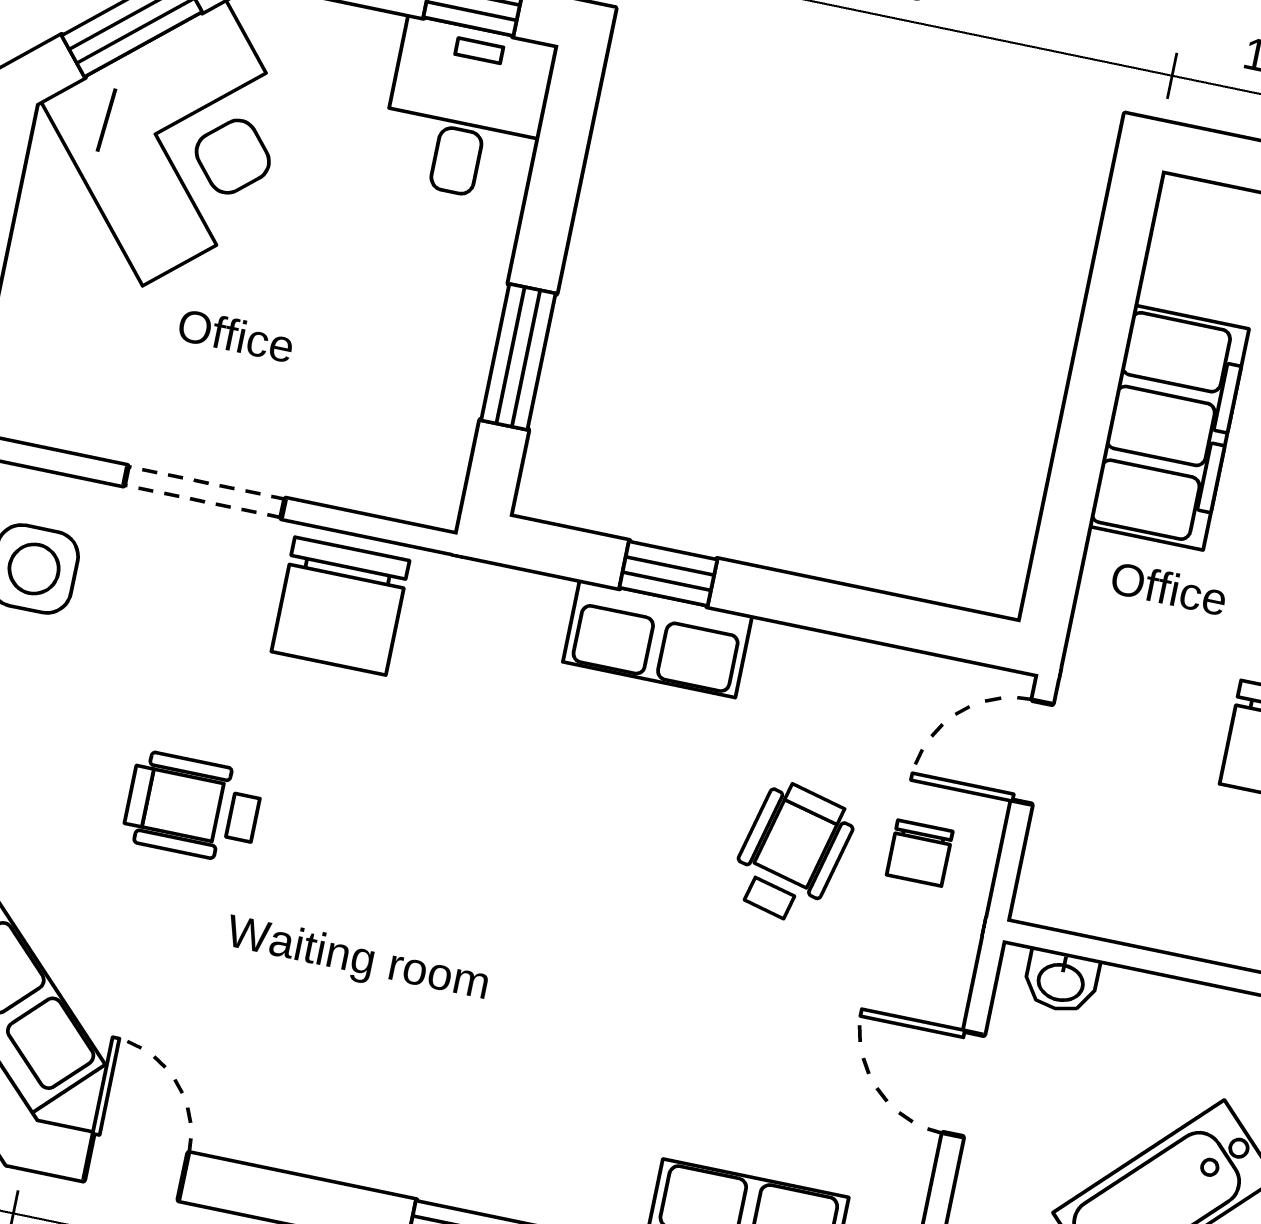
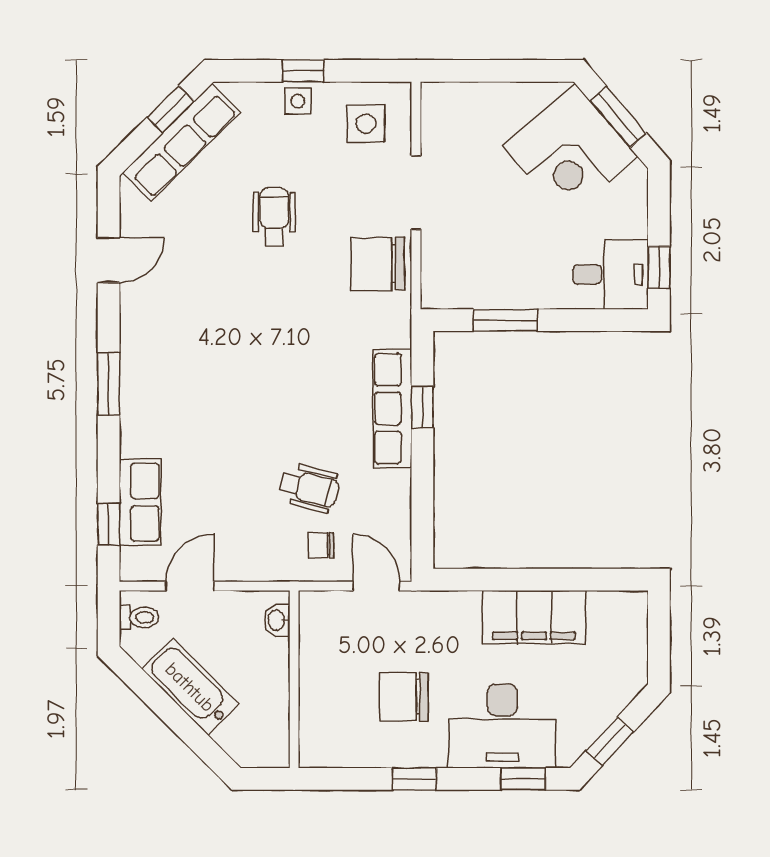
row of seats: (658, 639) -> (393, 408), width x1.48
door: (963, 1084) -> (190, 586), moved
door: (136, 1167) -> (109, 260), moved

